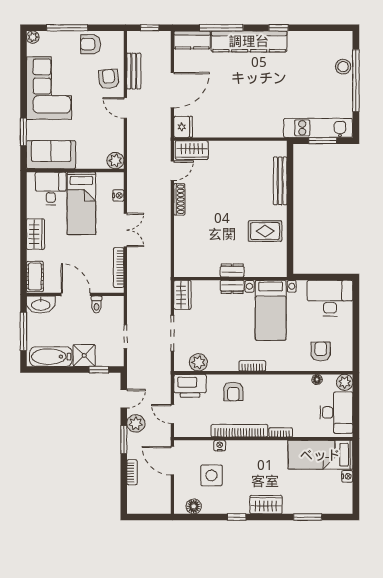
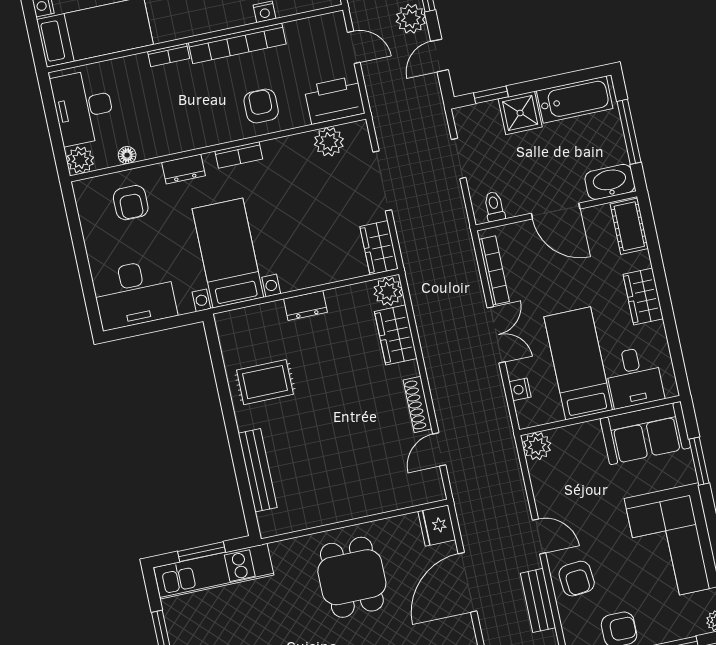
dining table: (239, 107) -> (352, 577), added
wardrobe: (192, 150) -> (396, 335), moved, turned -90
double door: (125, 230) -> (496, 335), swing flipped
plant: (183, 268) -> (388, 291), added
dresser: (232, 287) -> (183, 169), moved, turned 180
toilet: (96, 304) -> (494, 207), moved

